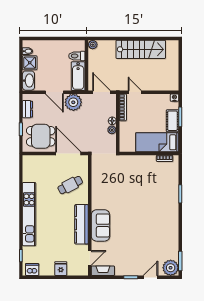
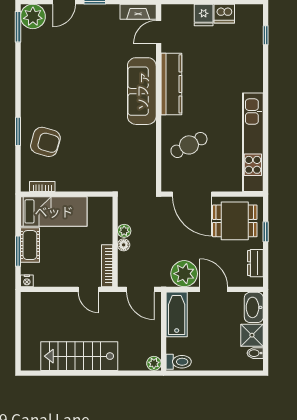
toilet: (77, 56) -> (179, 362), moved
armchair: (162, 187) -> (45, 142), added
kitchen unit: (29, 214) -> (253, 142), moved
sofa: (101, 225) -> (142, 91), width x1.36
dishwasher: (32, 270) -> (224, 14), moved

